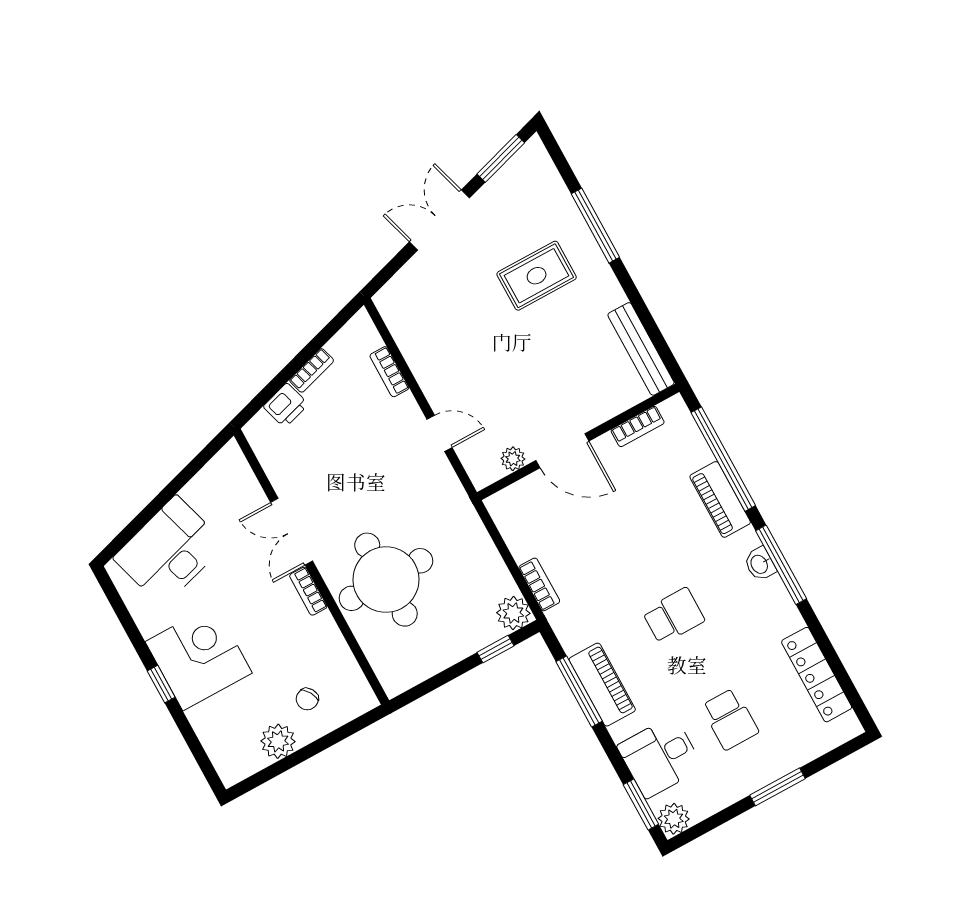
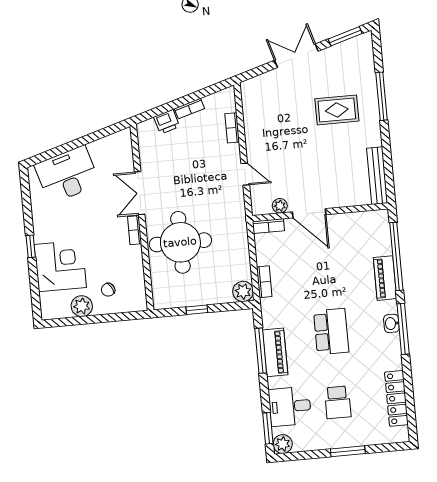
bookcase: (638, 426) -> (268, 226), moved
school desk: (673, 616) -> (331, 332), width x1.85
window: (496, 649) -> (197, 310), moved
corner desk: (199, 657) -> (60, 266), moved

